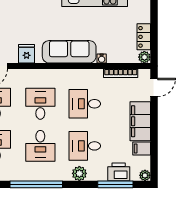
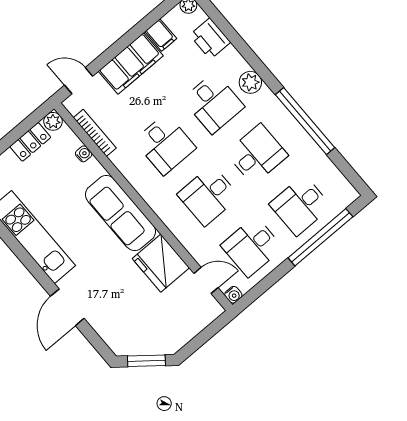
fridge: (27, 54) -> (161, 263), width x1.88, depth x1.34
water cooler: (102, 59) -> (84, 154), moved
window: (115, 184) -> (228, 30), removed

